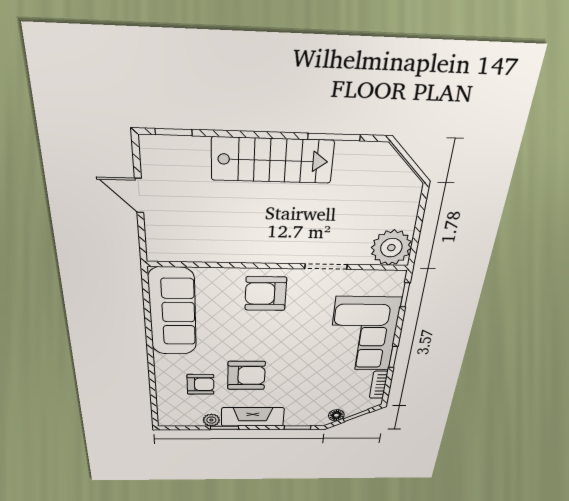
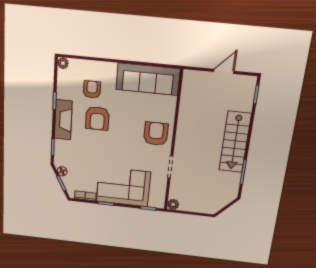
plant: (391, 248) -> (173, 204), width x0.53, depth x0.53
armchair: (200, 384) -> (92, 89), turned 180
plant: (211, 420) -> (63, 63), moved

